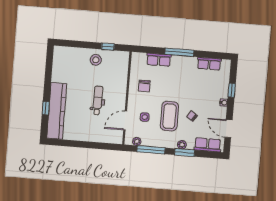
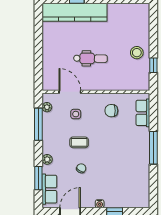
row of seats: (159, 60) -> (143, 113), moved
row of seats: (209, 64) -> (143, 183), removed
coffee table: (169, 116) -> (79, 142), width x0.54, depth x0.58
window: (185, 153) -> (38, 178), moved

